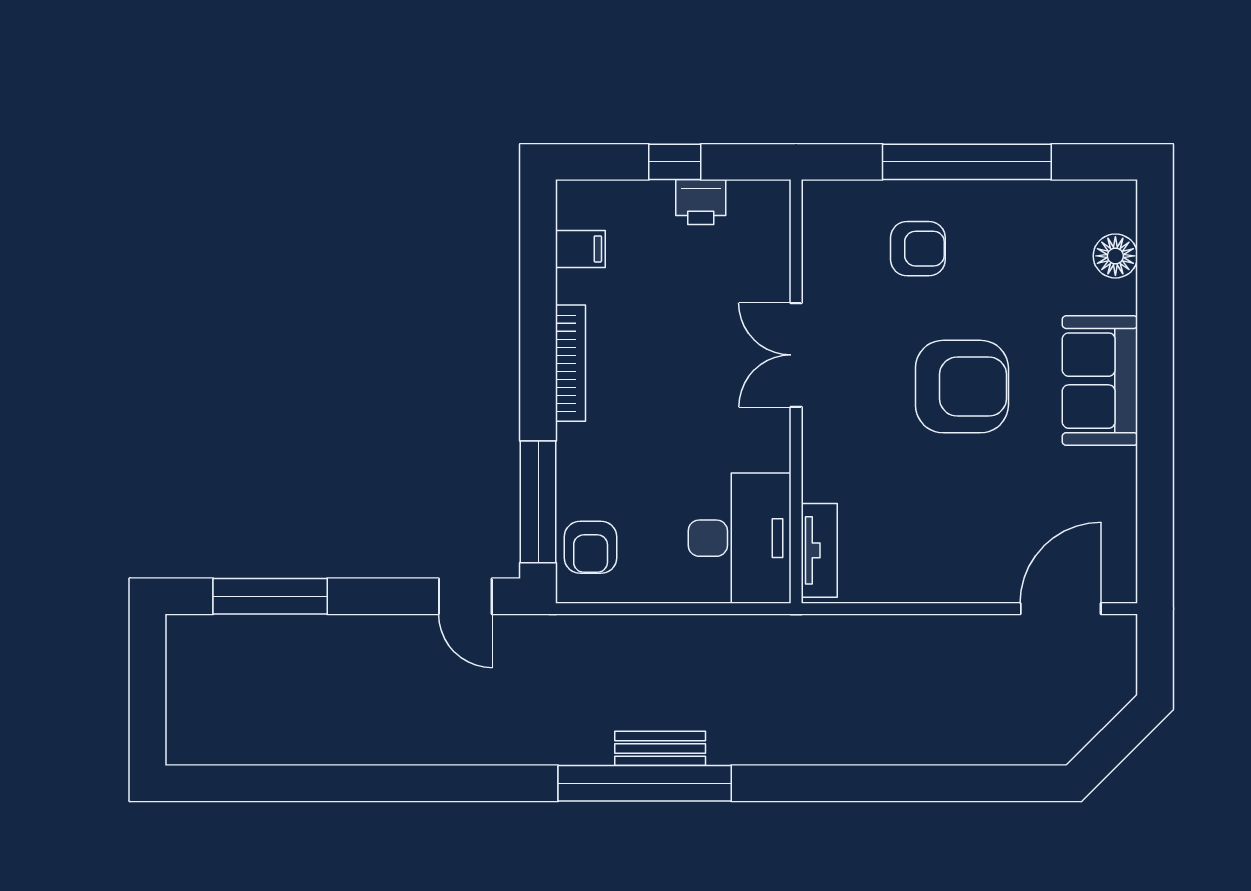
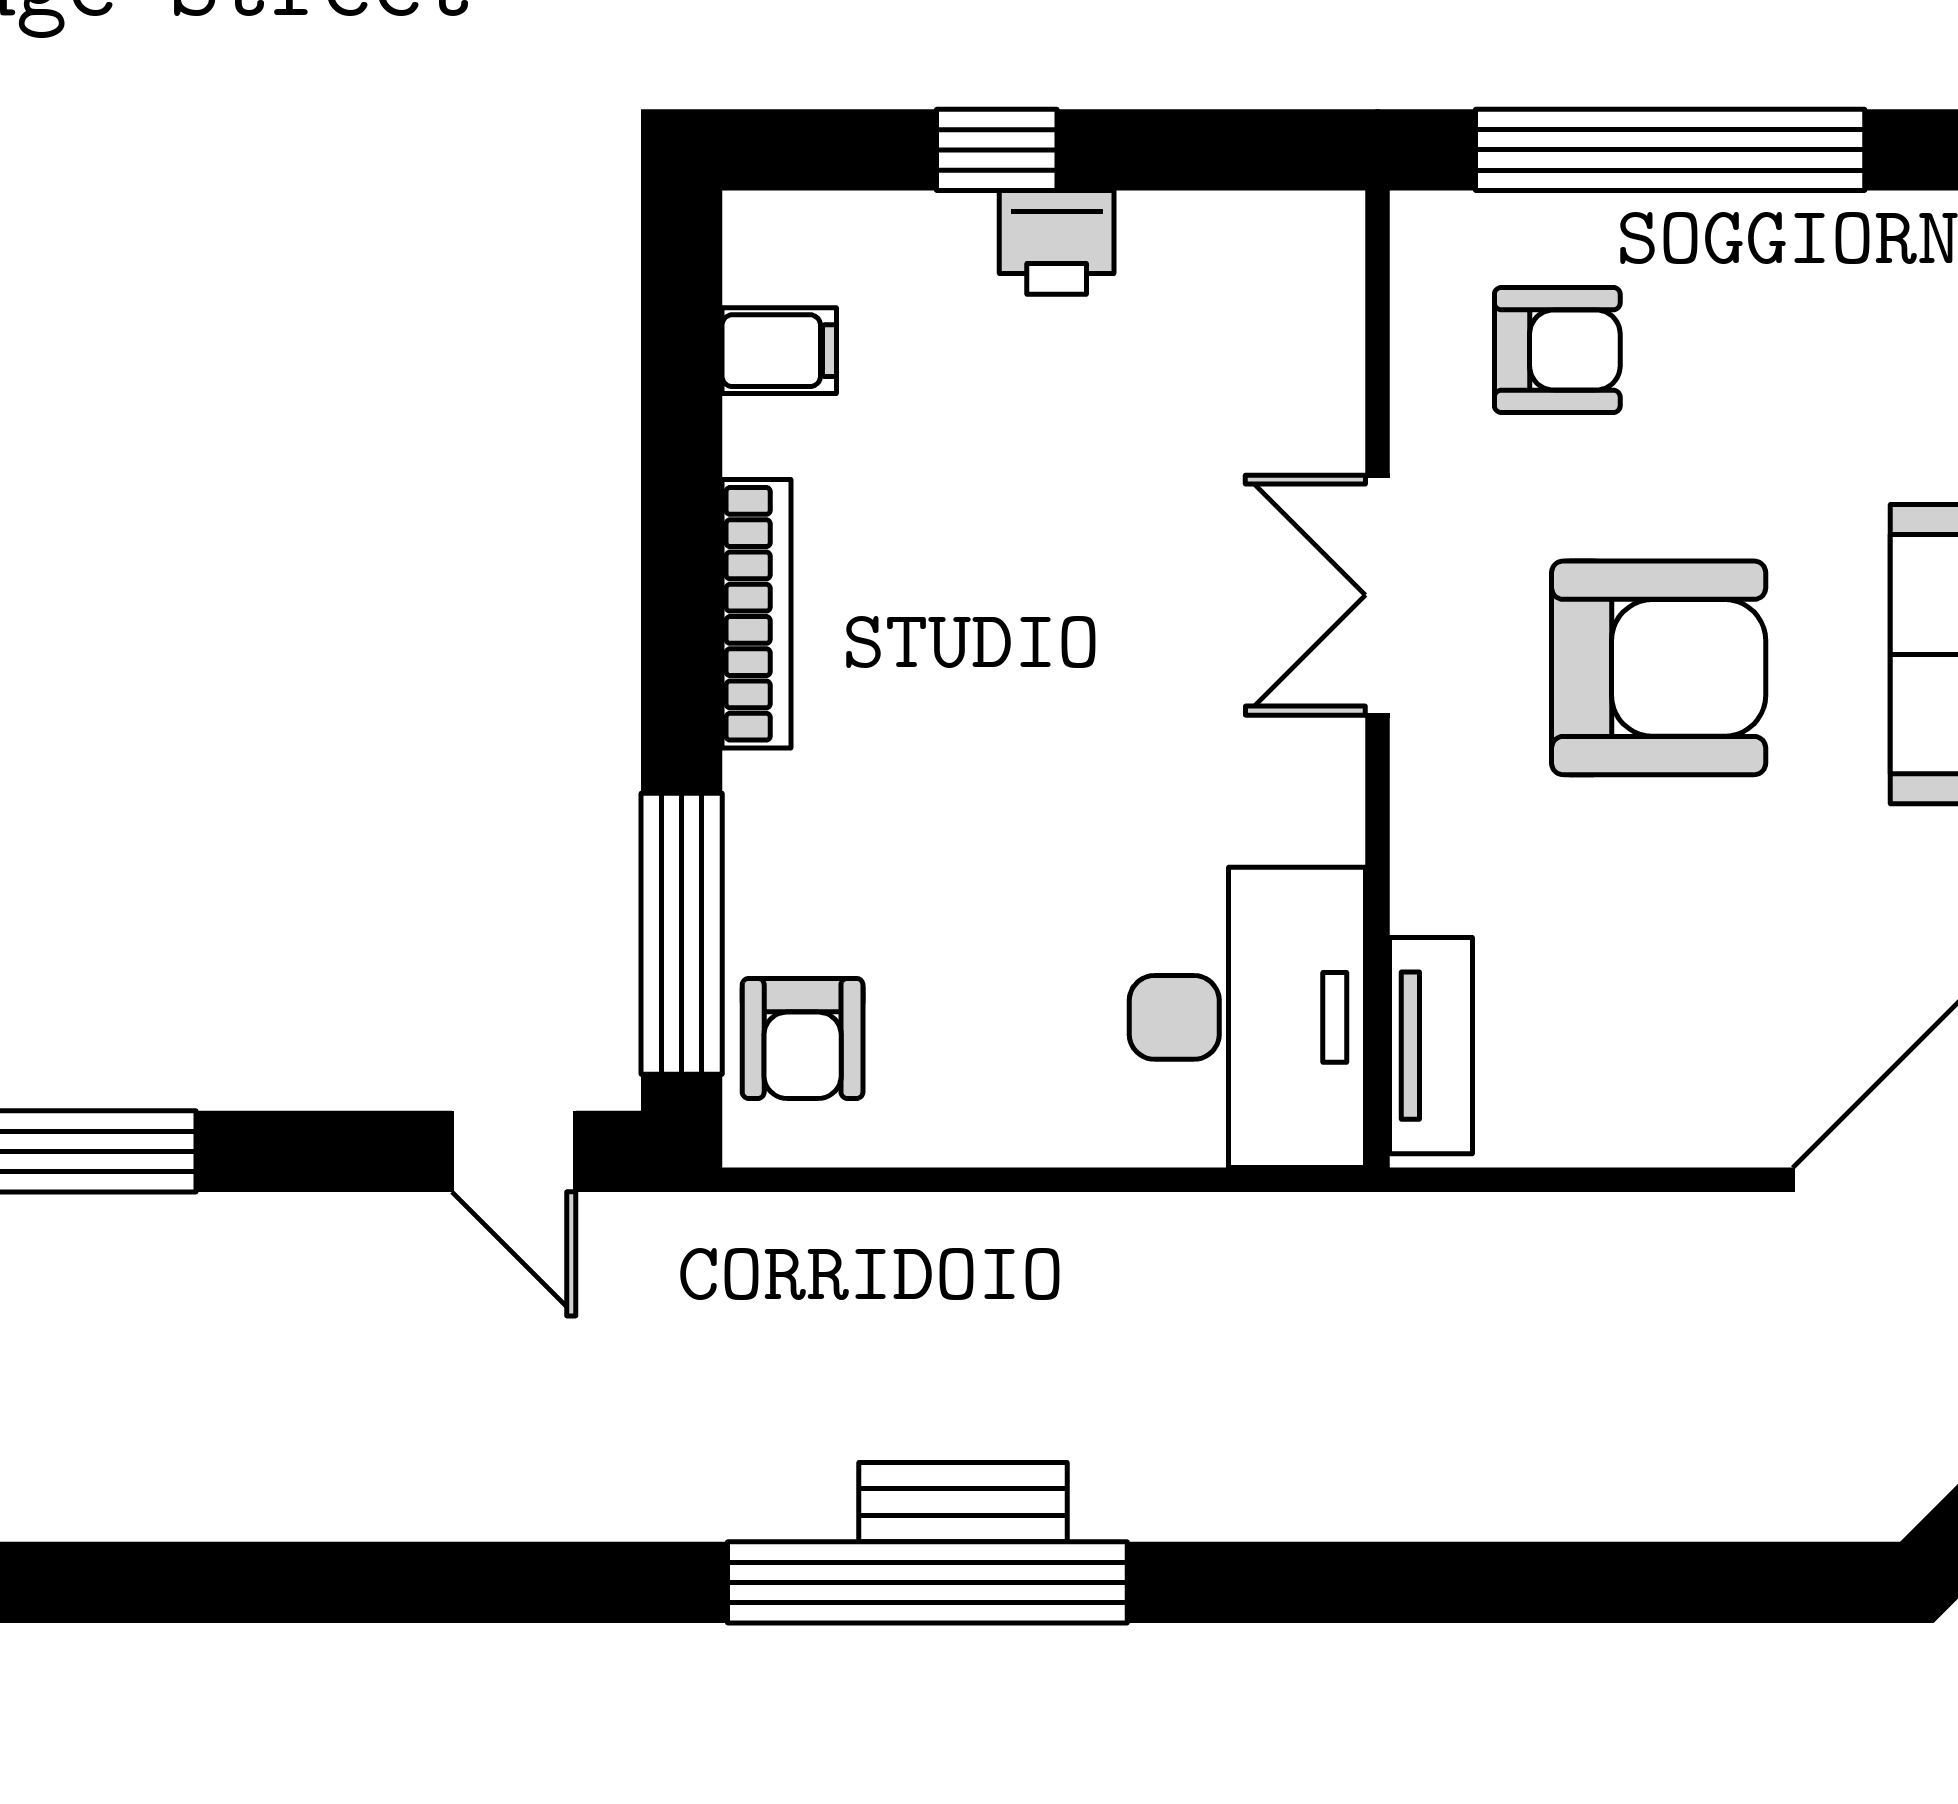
double door: (796, 355) -> (1378, 595), moved
wall: (796, 391) -> (1378, 679), moved
desk: (740, 538) -> (1247, 1017), moved
tv unit: (819, 550) -> (1431, 1046), moved

